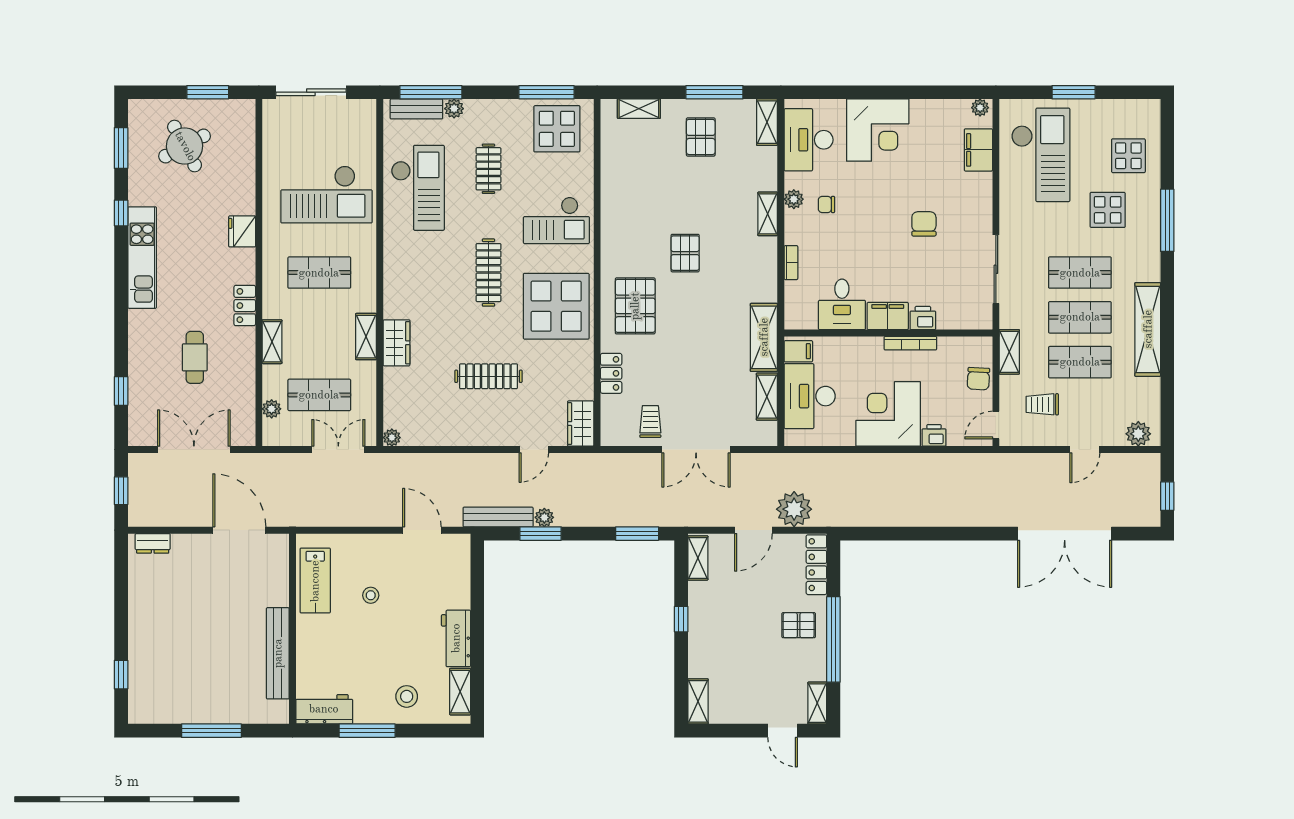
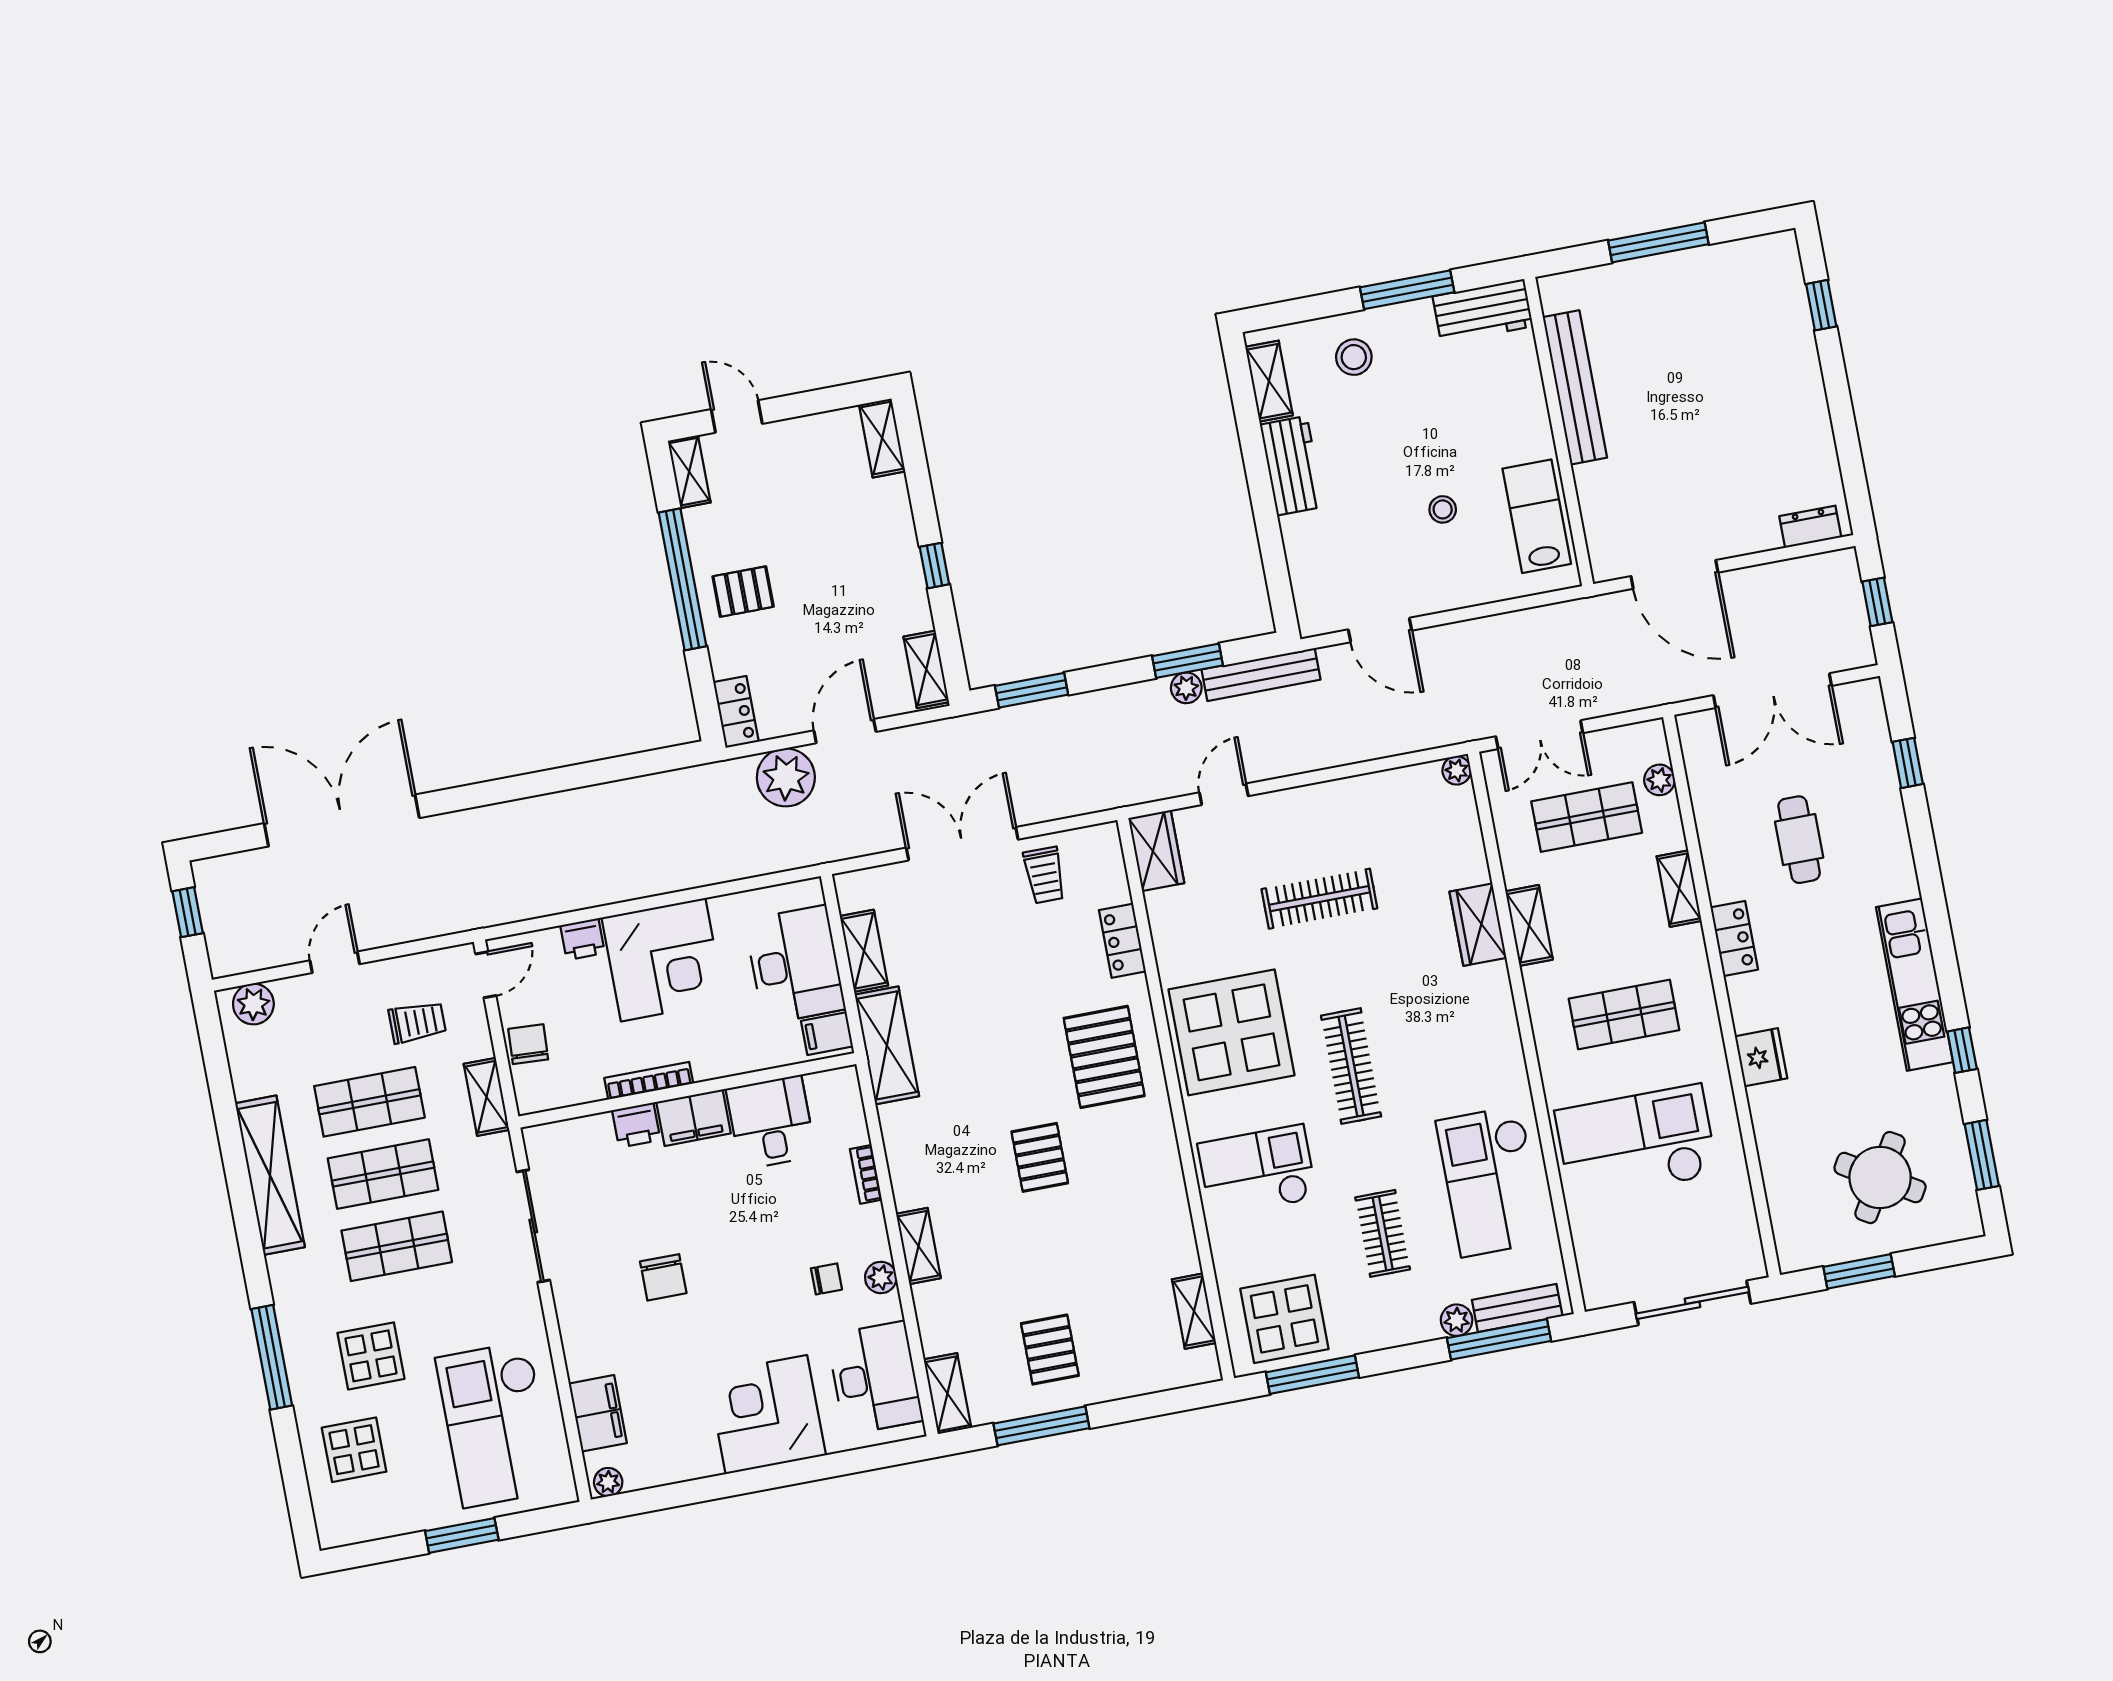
shelving: (639, 109) -> (1194, 1311), moved, turned 90
round table: (185, 146) -> (1880, 1178), turned -31
locker: (816, 565) -> (736, 712), width x0.66

